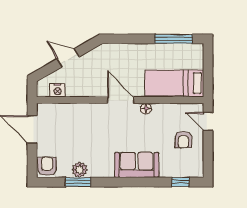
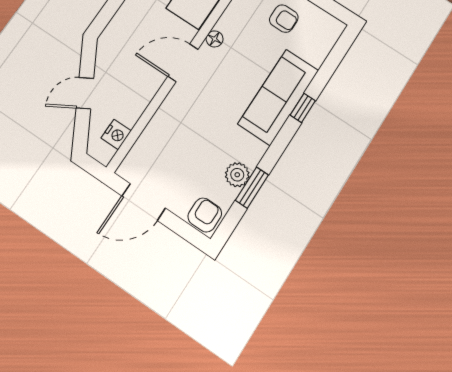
sofa: (137, 165) -> (278, 97), width x1.36
armchair: (47, 166) -> (205, 215), turned 90
window: (180, 182) -> (303, 108), moved

